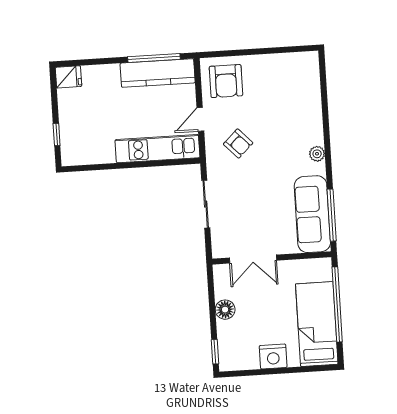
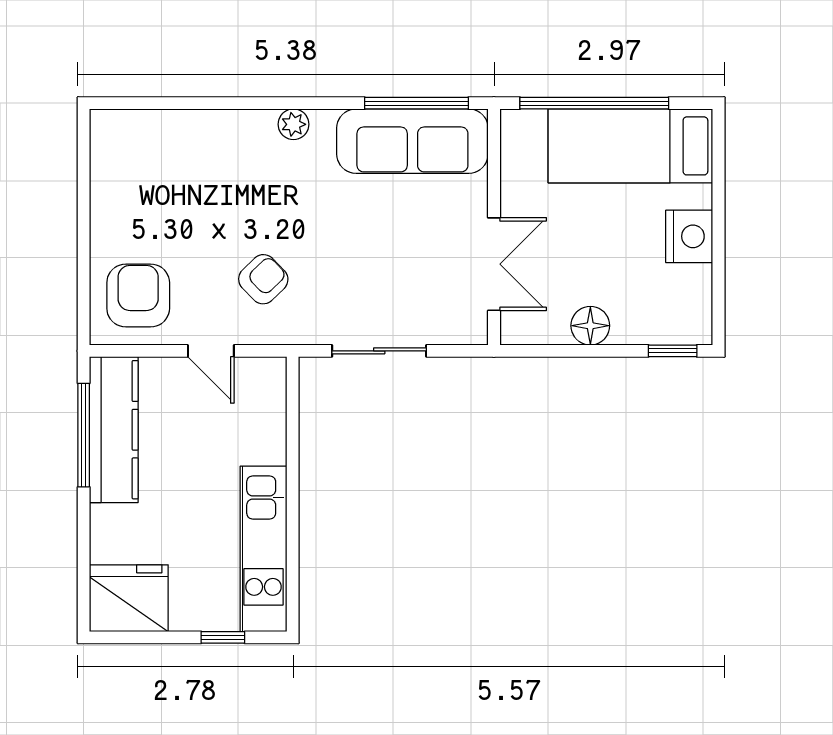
fridge: (68, 77) -> (129, 598), width x1.88, depth x1.34
armchair: (226, 81) -> (138, 296), turned -90
kitchen unit: (157, 149) -> (264, 549), moved

